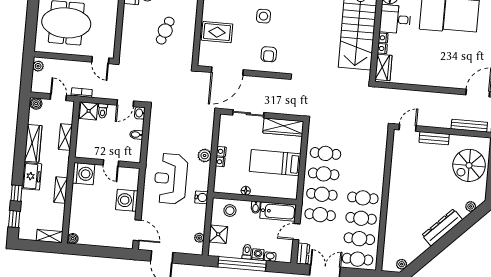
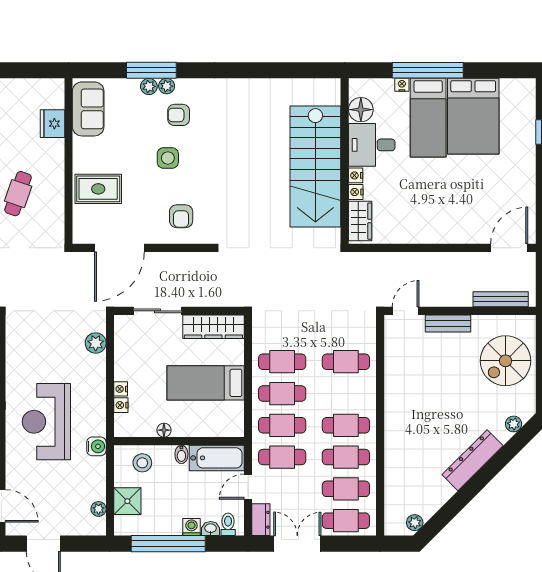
nightstand: (221, 151) -> (121, 405), moved
plant: (205, 156) -> (96, 343), moved
cafe table: (366, 157) -> (346, 362), added
toilet: (247, 252) -> (228, 524), moved

